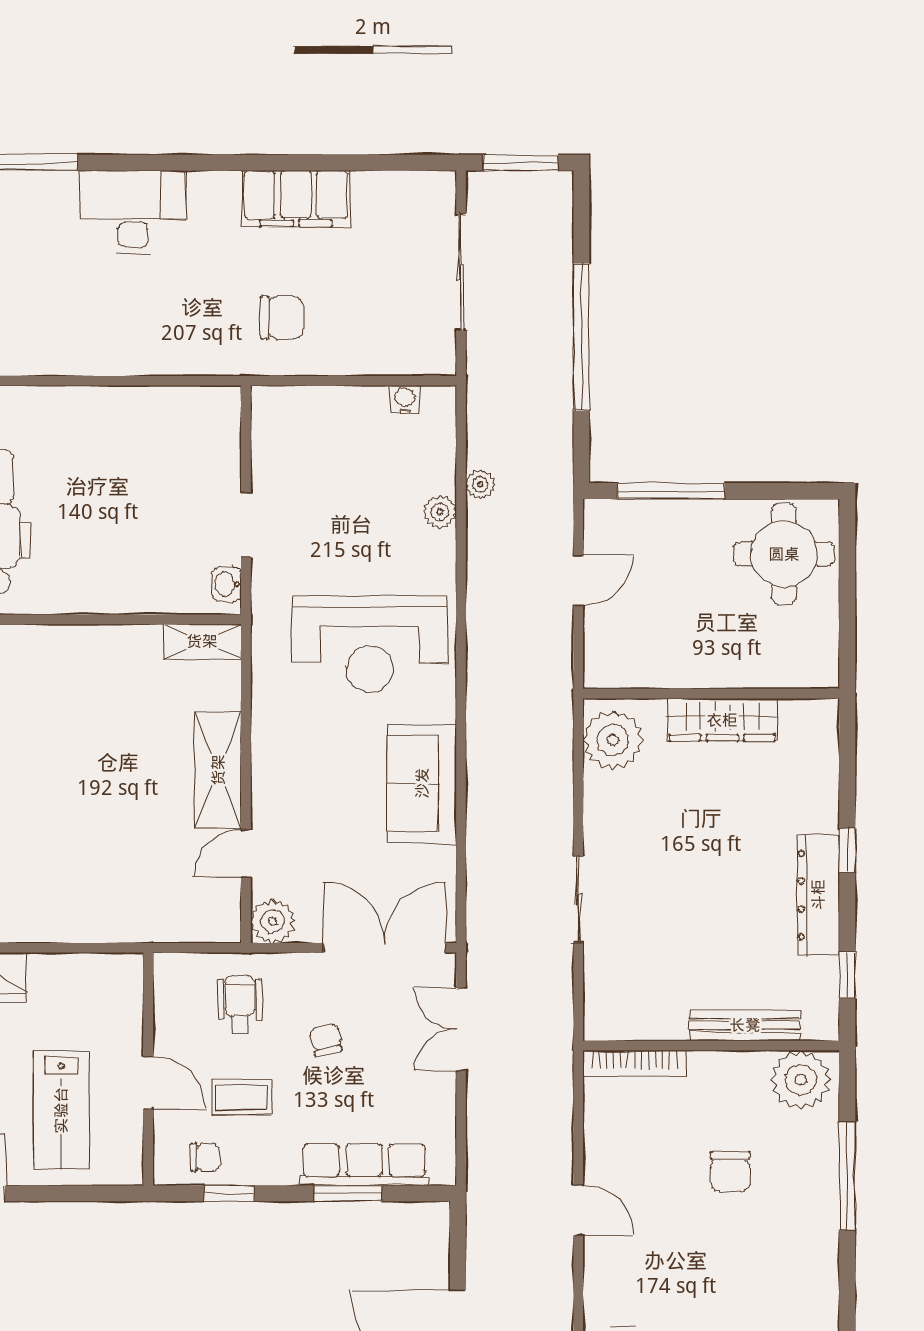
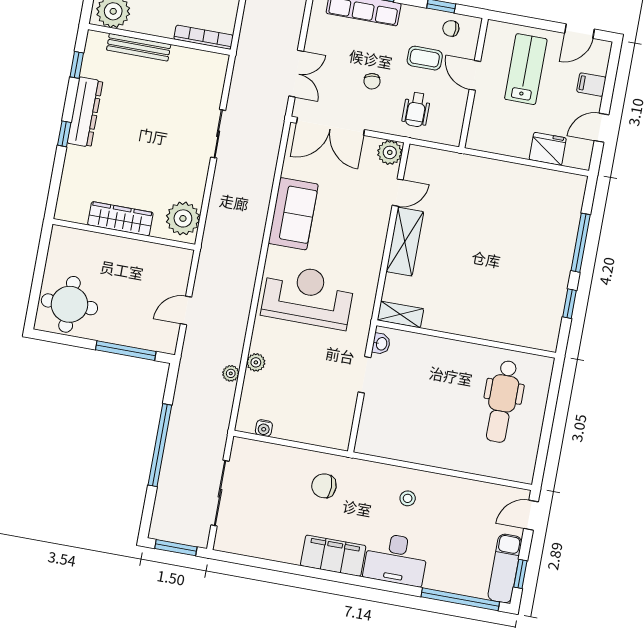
filing cabinet: (296, 199) -> (333, 556), moved
stool: (132, 322) -> (408, 498), added

